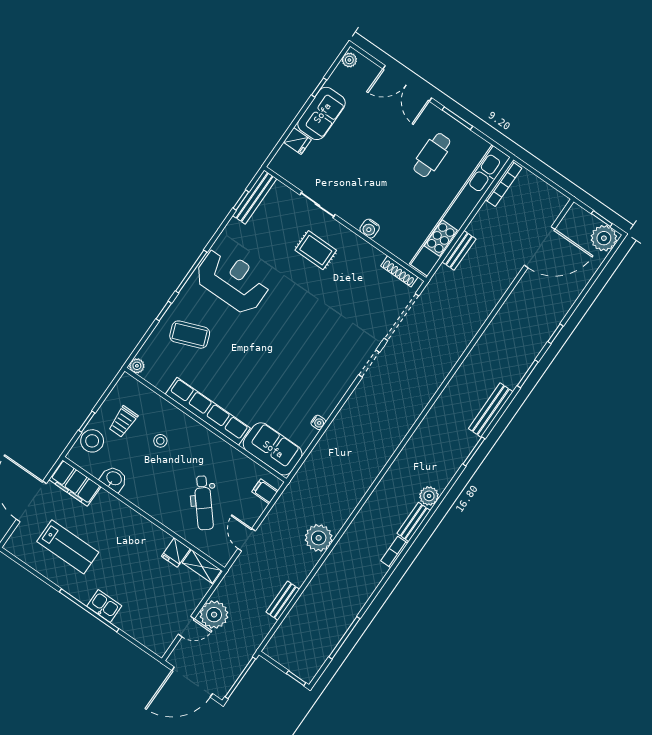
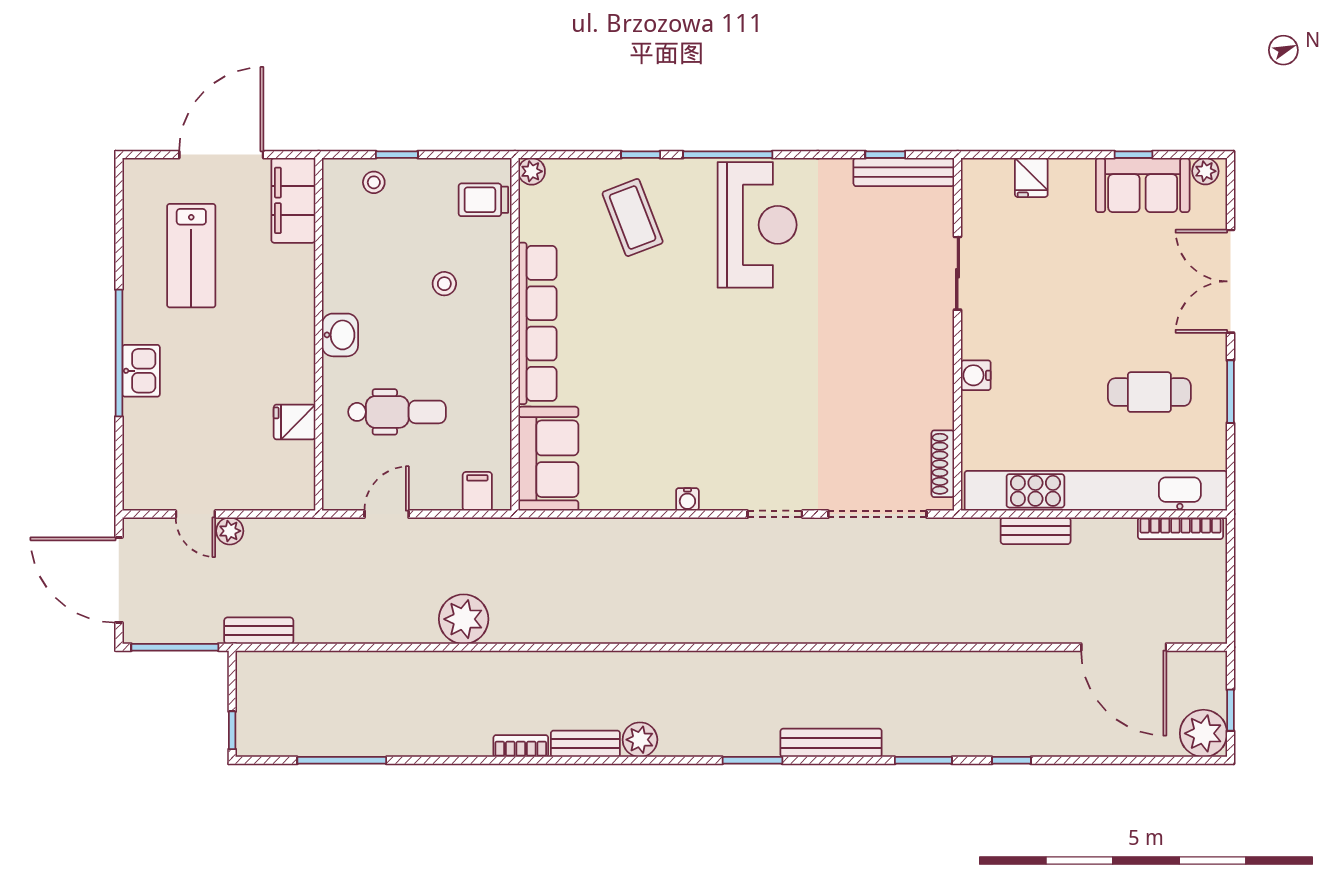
sofa: (322, 113) -> (1143, 185), moved
rug: (316, 250) -> (888, 318), removed
trolley: (123, 422) -> (483, 200), moved
water cooler: (318, 422) -> (687, 499), moved
stool: (92, 441) -> (374, 182), width x0.53, depth x0.53
washbasin: (114, 479) -> (340, 335), moved
dental chair: (204, 503) -> (397, 412), turned -140
shelving: (202, 567) -> (300, 475), removed
bench: (283, 601) -> (259, 631), moved
plant: (214, 615) -> (230, 531), width x0.53, depth x0.53

